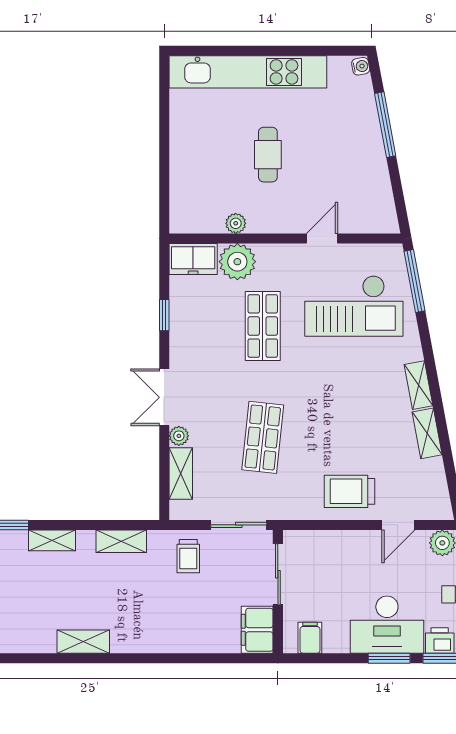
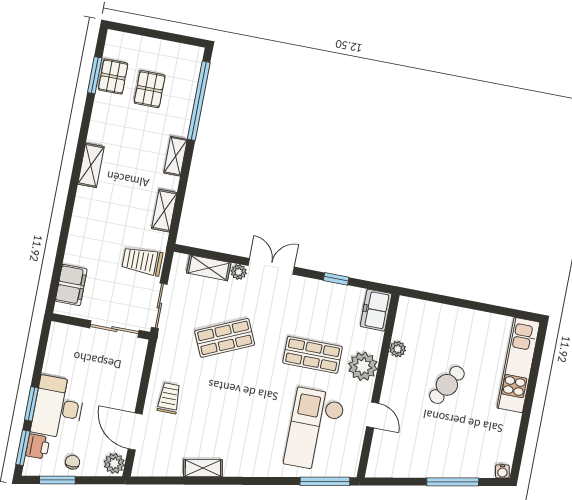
kitchen unit: (248, 72) -> (518, 365), width x0.73
cafe table: (268, 155) -> (447, 385), turned -60
plant: (237, 262) -> (363, 366), moved
shelving: (418, 385) -> (242, 469), removed
shop shelf: (263, 437) -> (225, 338), turned -30
trolley: (350, 491) -> (169, 398), width x0.73, depth x0.72
door: (398, 525) -> (135, 431), width x1.38
trolley: (188, 556) -> (142, 261), width x1.36, depth x1.39
filing cabinet: (257, 630) -> (71, 285), moved, turned 90
filing cabinet: (310, 638) -> (60, 345), removed

